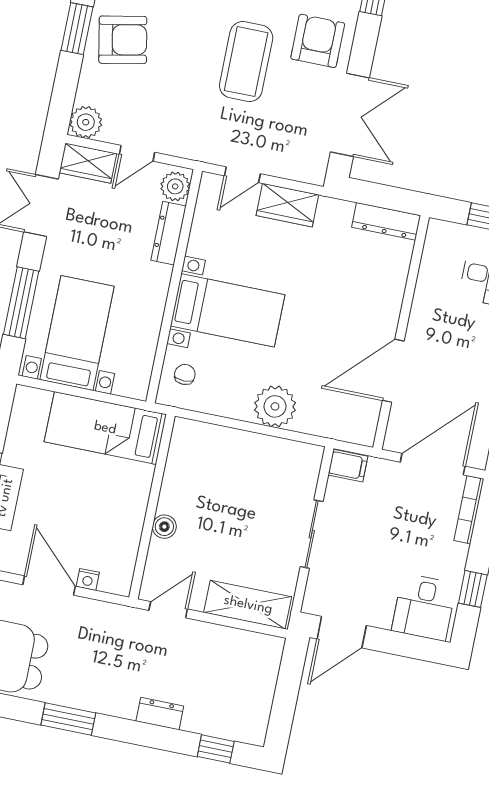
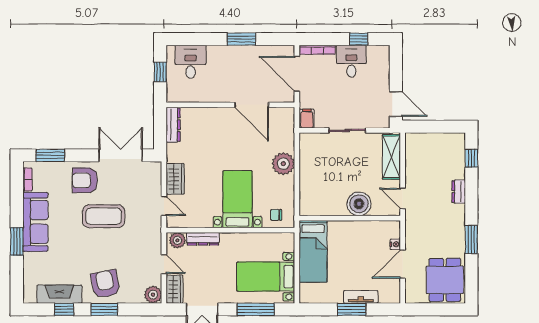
boiler: (164, 527) -> (359, 204), width x1.86, depth x1.86
desk: (424, 607) -> (351, 61), moved, turned -90

